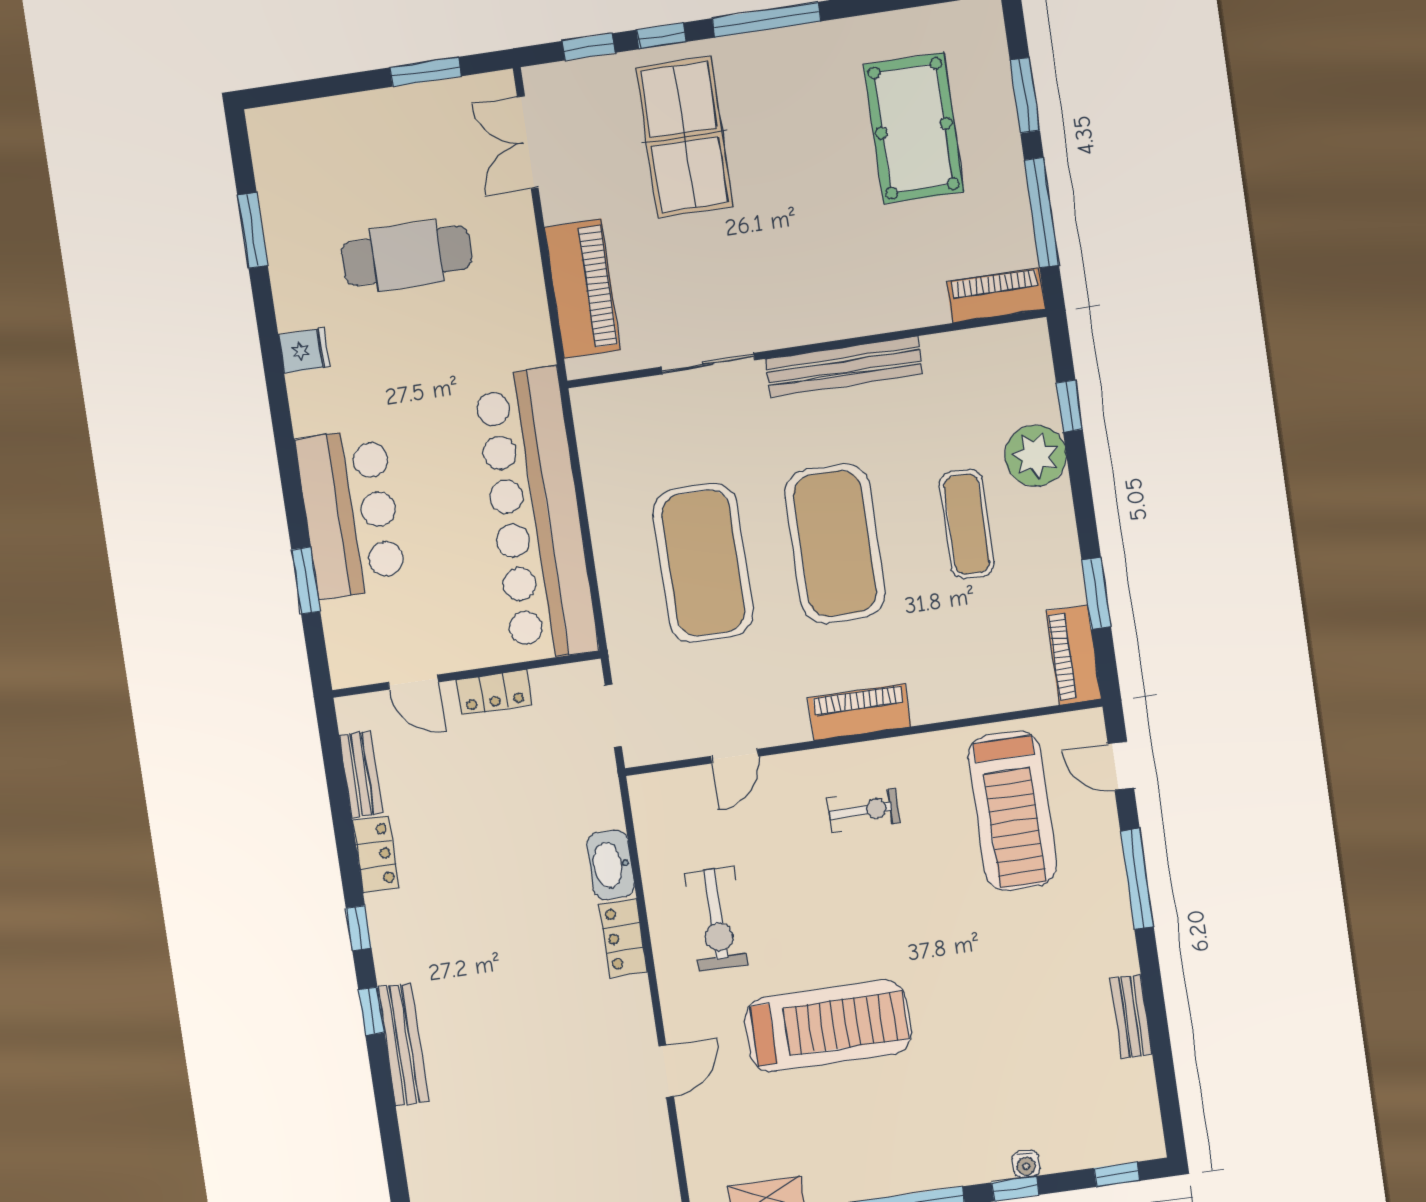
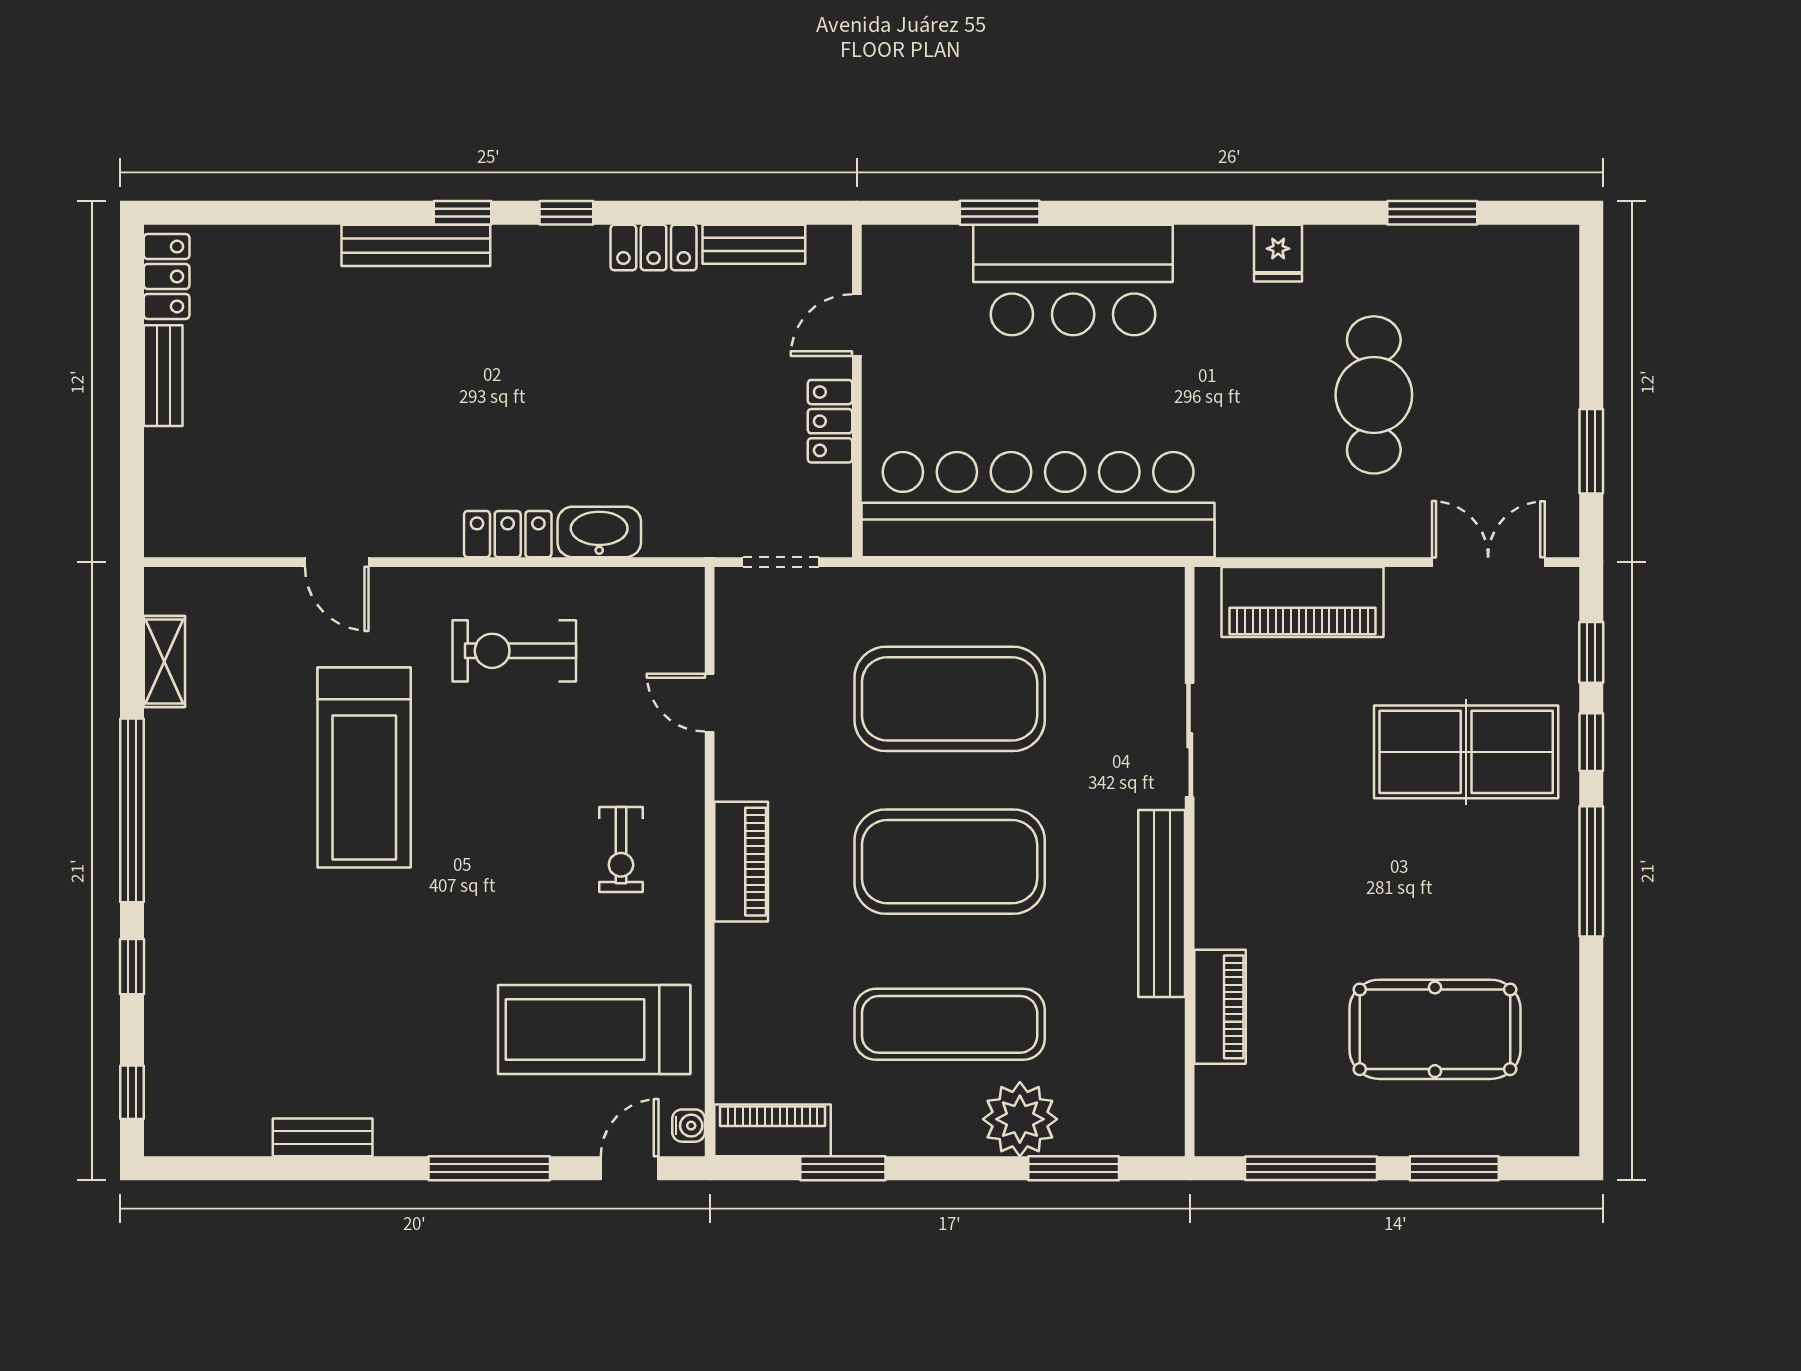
piano: (996, 295) -> (1220, 1007), moved
window: (1069, 406) -> (1074, 1168), width x1.50
exercise mat: (967, 524) -> (950, 1024), width x1.36, depth x1.45
water cooler: (1026, 1164) -> (689, 1126), moved, turned 180

